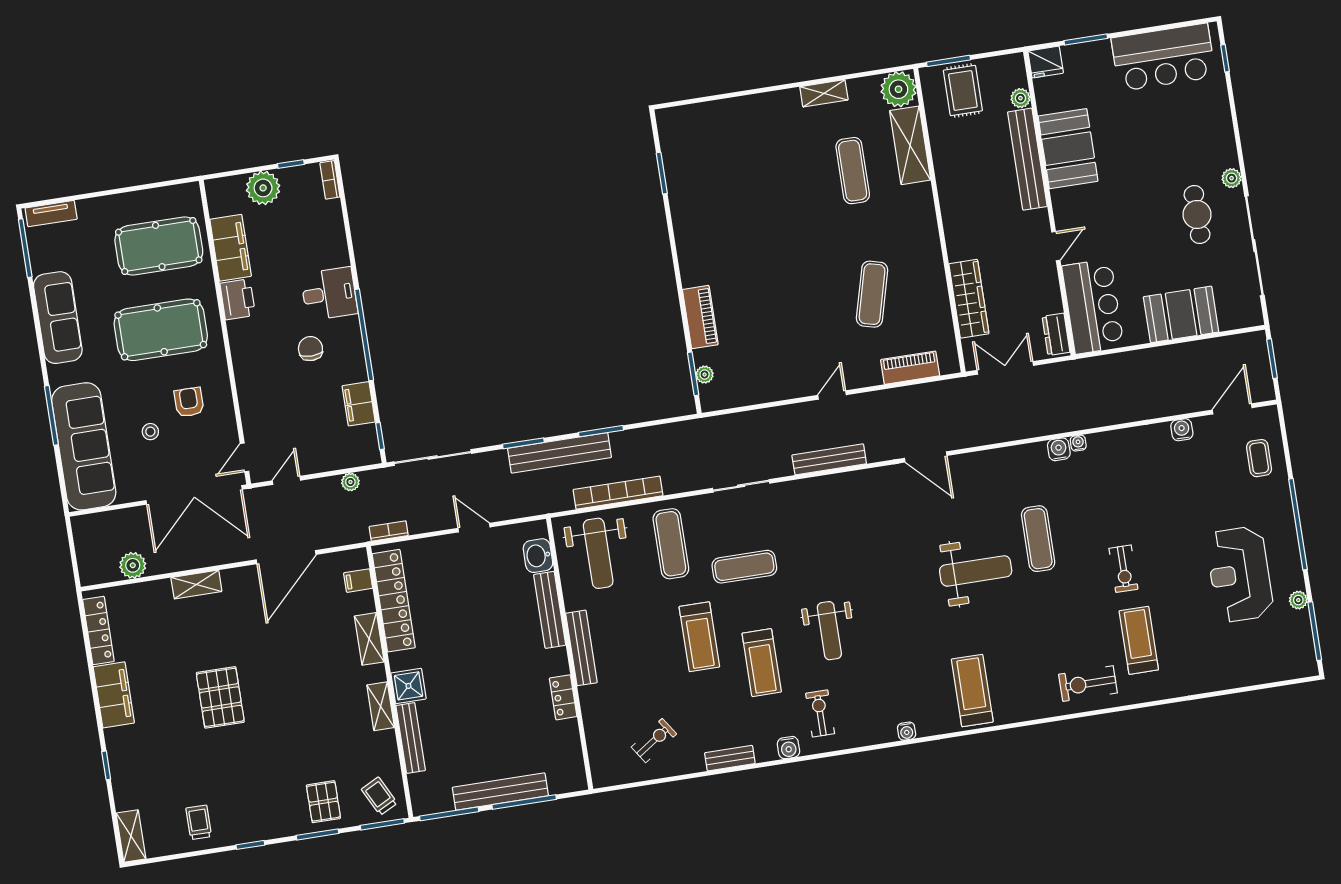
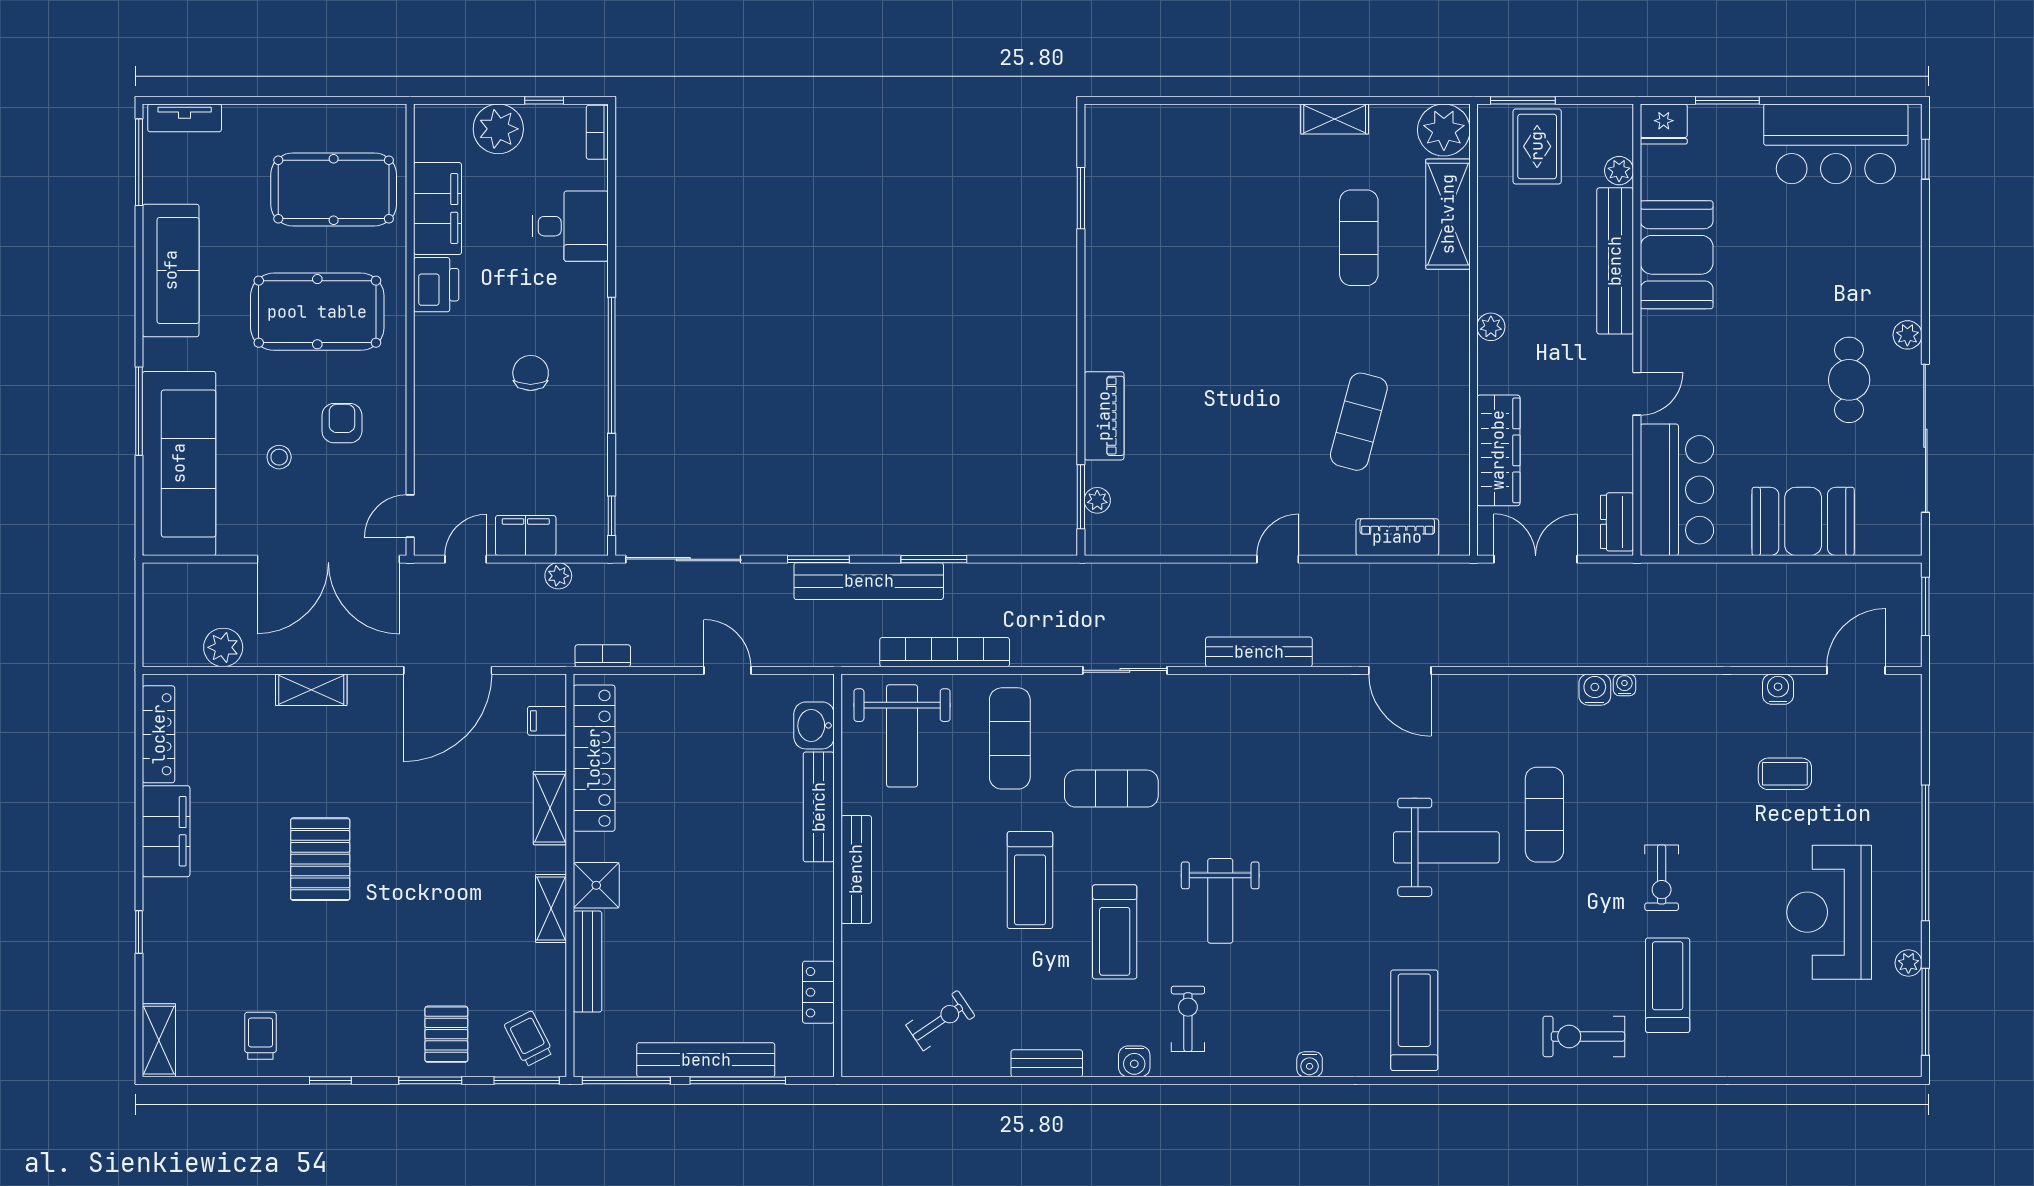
plant: (951, 217) -> (1491, 327), added
desk: (329, 294) -> (570, 226), moved
filing cabinet: (359, 404) -> (526, 536), moved, turned 90
coffee table: (1259, 458) -> (1785, 774), moved, turned 90
locker: (563, 697) -> (818, 992), moved

